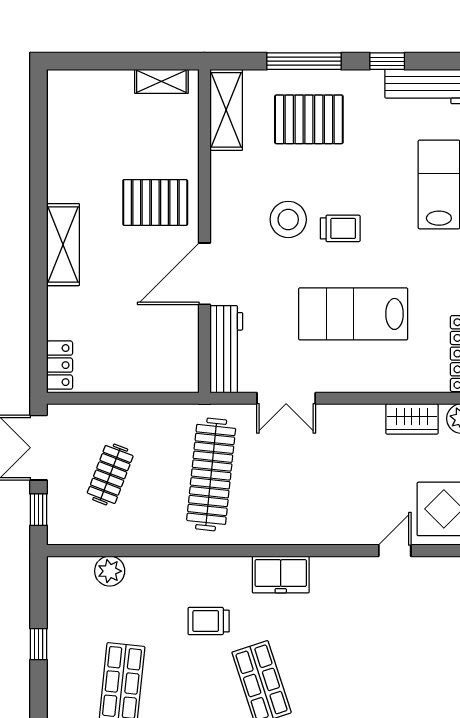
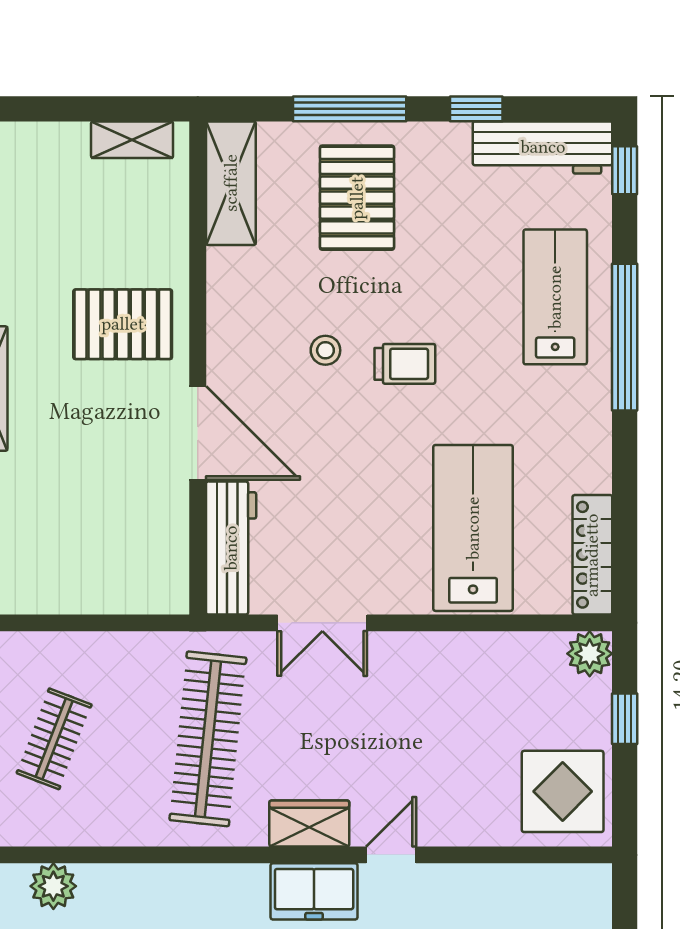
pallet: (309, 119) -> (357, 198), turned 90
stool: (288, 219) -> (325, 350), width x0.53, depth x0.53
door: (204, 274) -> (198, 433), swing flipped
lab bench: (353, 314) -> (473, 528), moved, turned 90
wardrobe: (412, 419) -> (309, 824), moved, turned 180
door: (395, 551) -> (391, 855), moved

